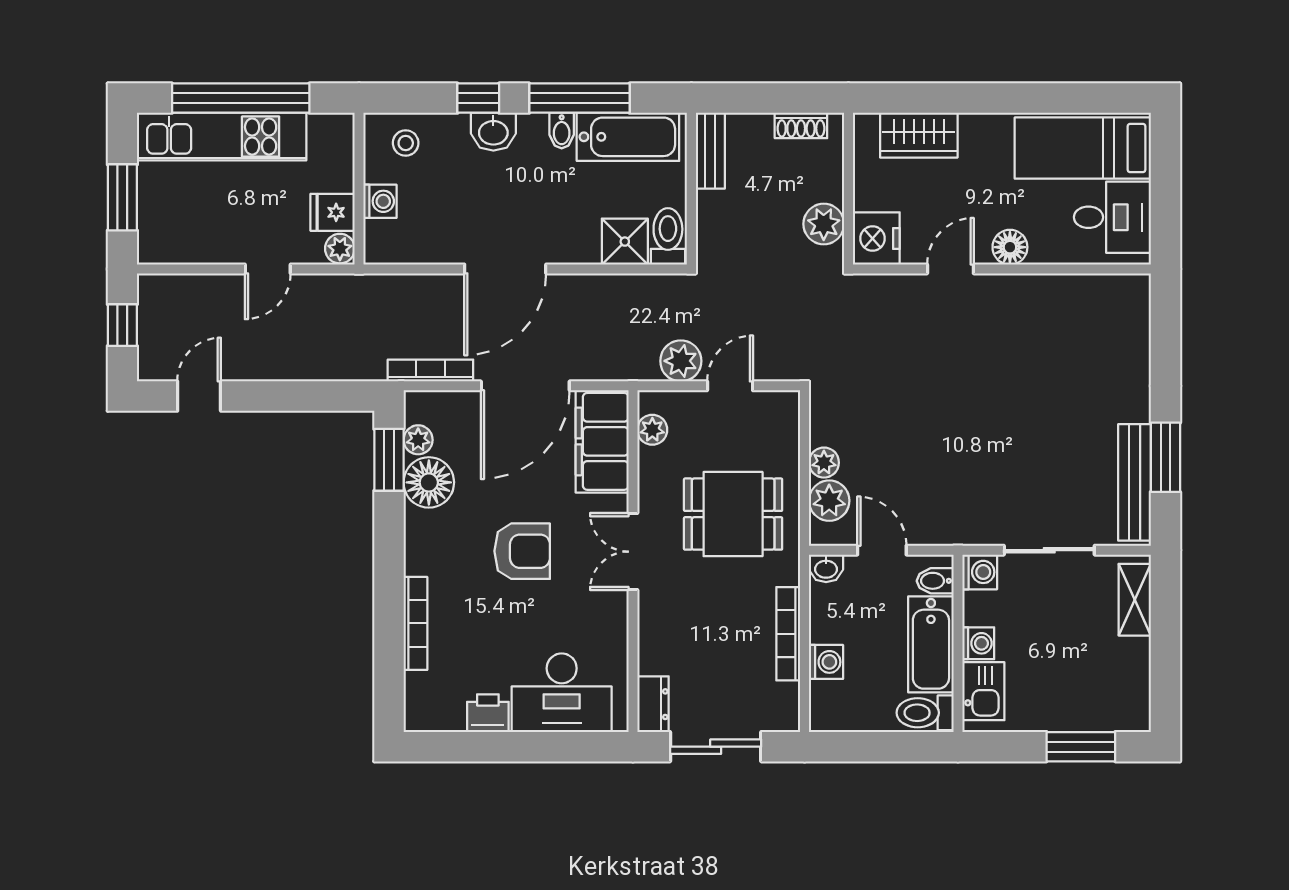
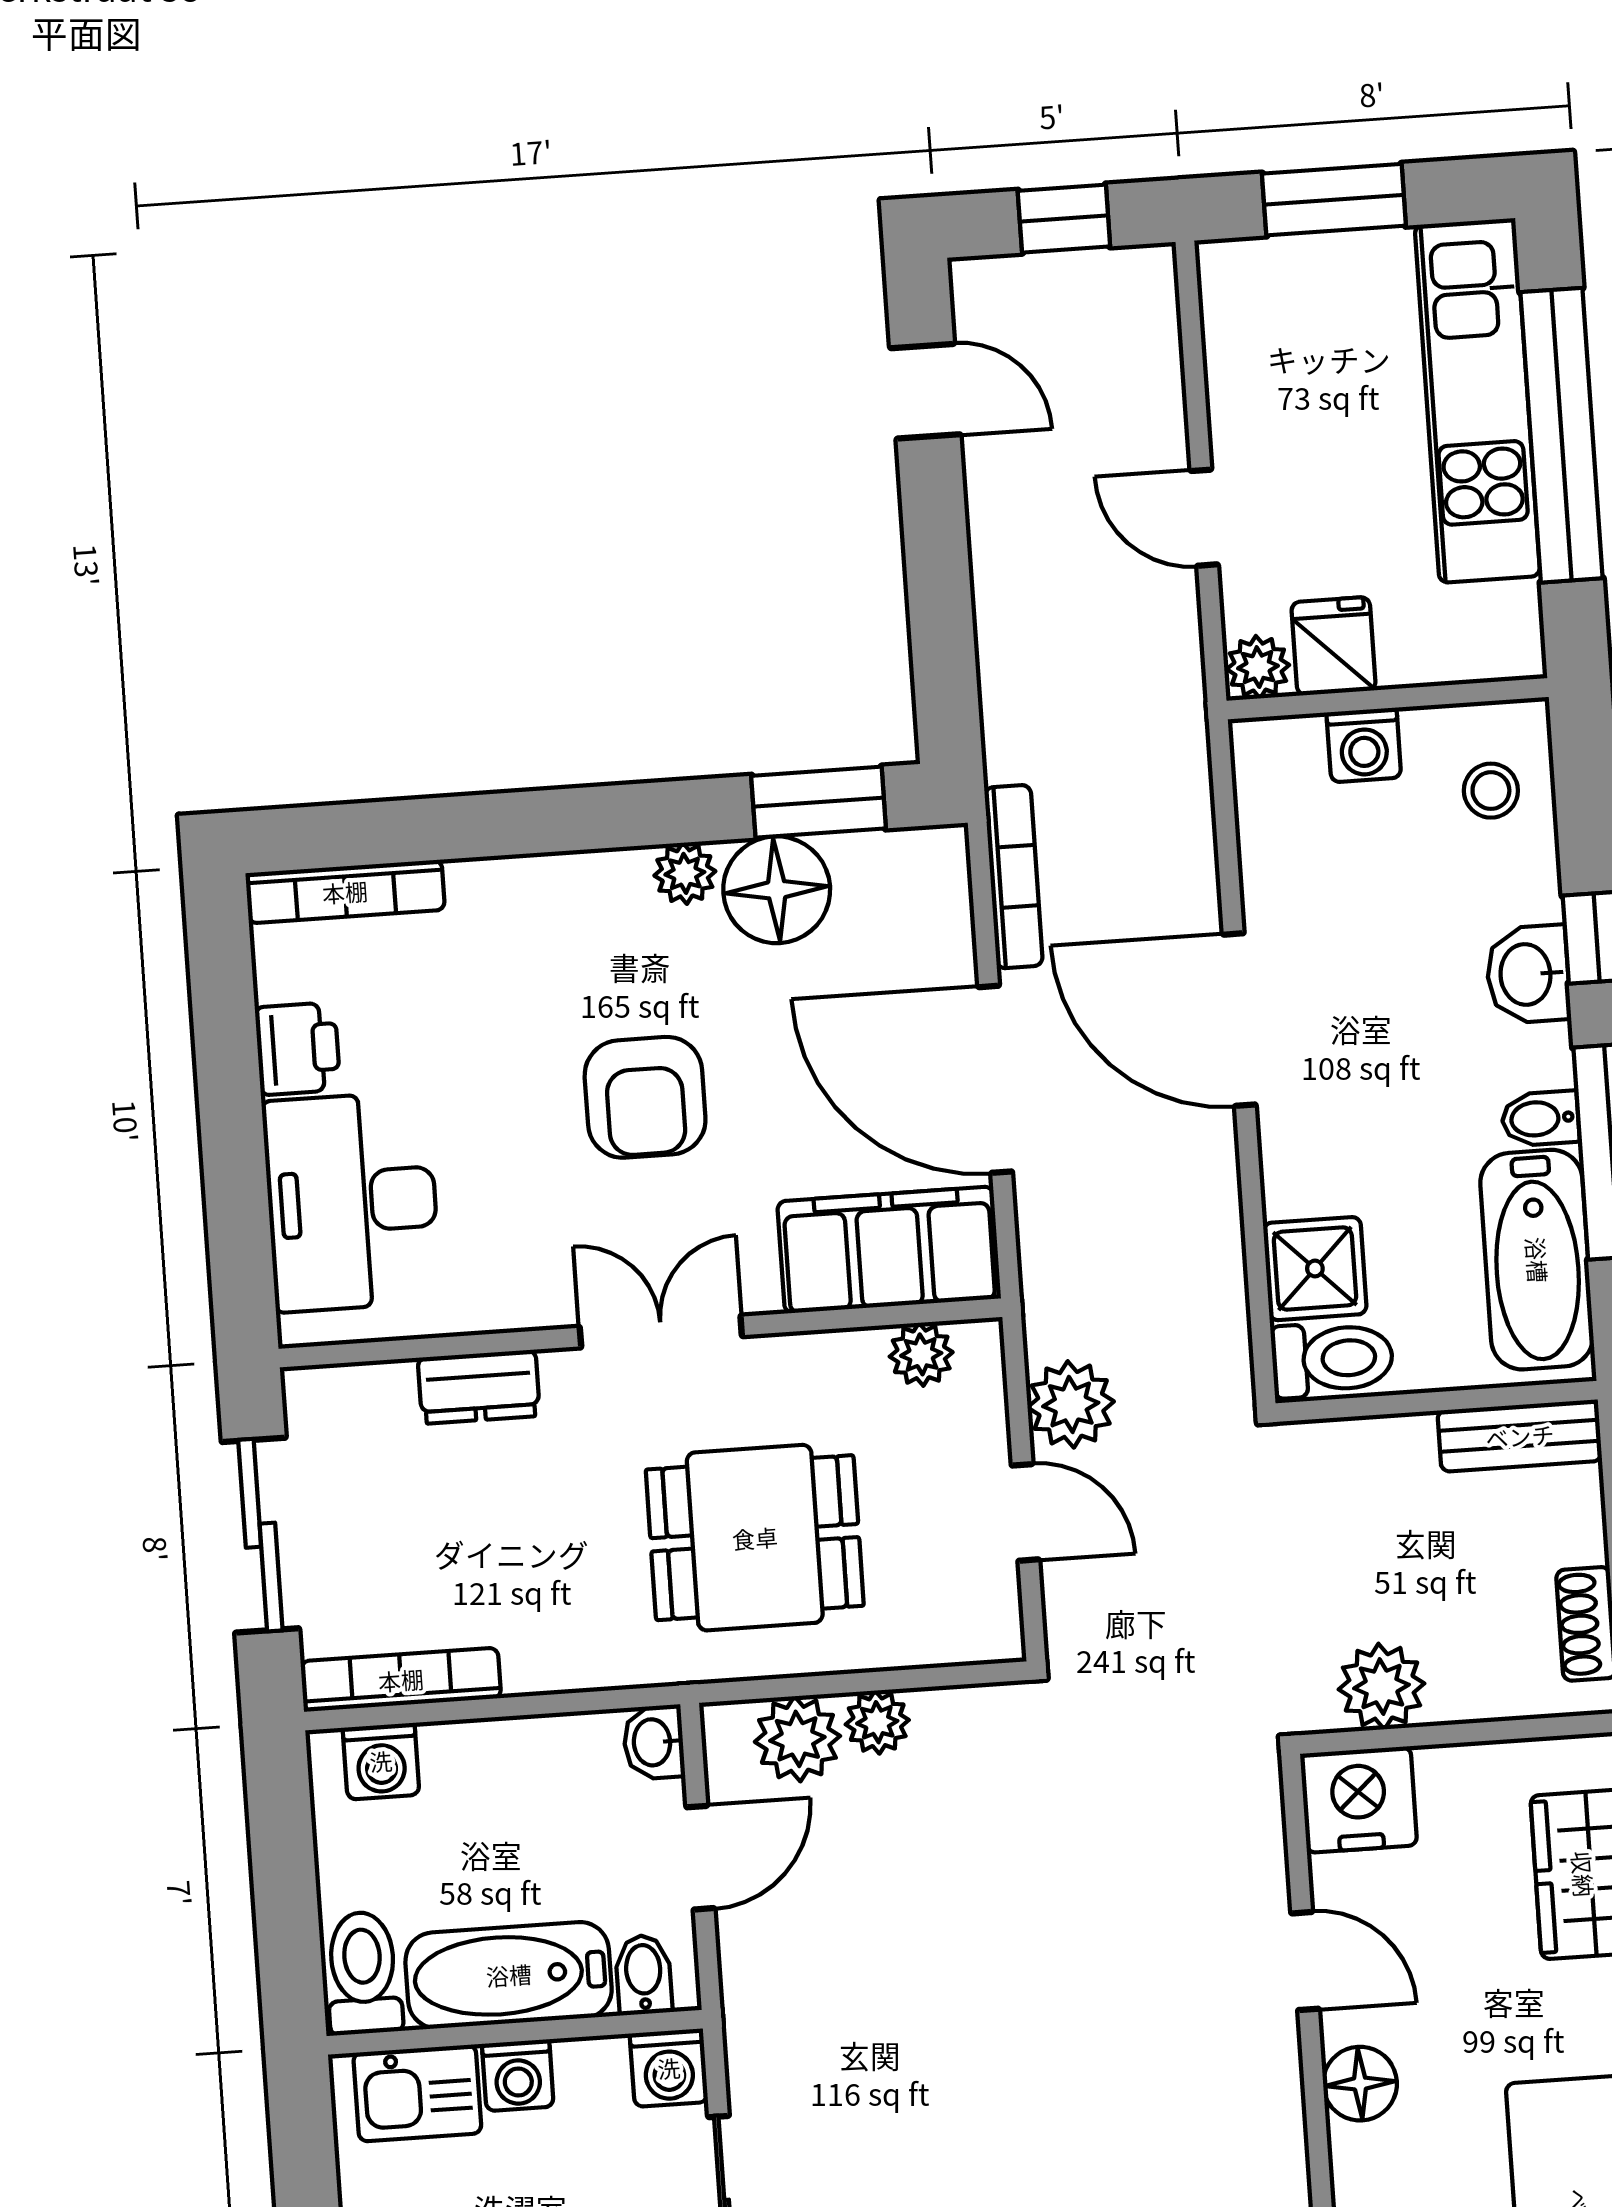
plant: (418, 440) -> (685, 873), moved
dining table: (733, 514) -> (755, 1538), turned 90
bookcase: (415, 623) -> (345, 892), moved
bookcase: (788, 634) -> (401, 1680), moved
washing machine: (826, 662) -> (381, 1761), moved
dresser: (653, 704) -> (479, 1387), moved

